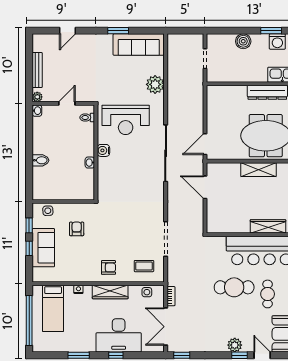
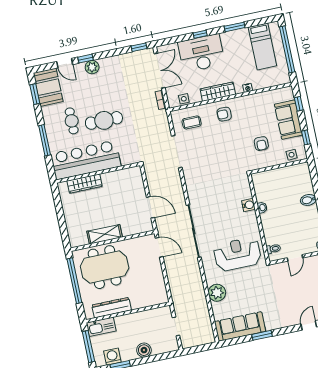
door: (205, 144) -> (159, 247), hinge flipped
water cooler: (103, 150) -> (248, 205), moved
window: (29, 248) -> (299, 104), moved
bed: (53, 308) -> (262, 46), moved, turned 180

